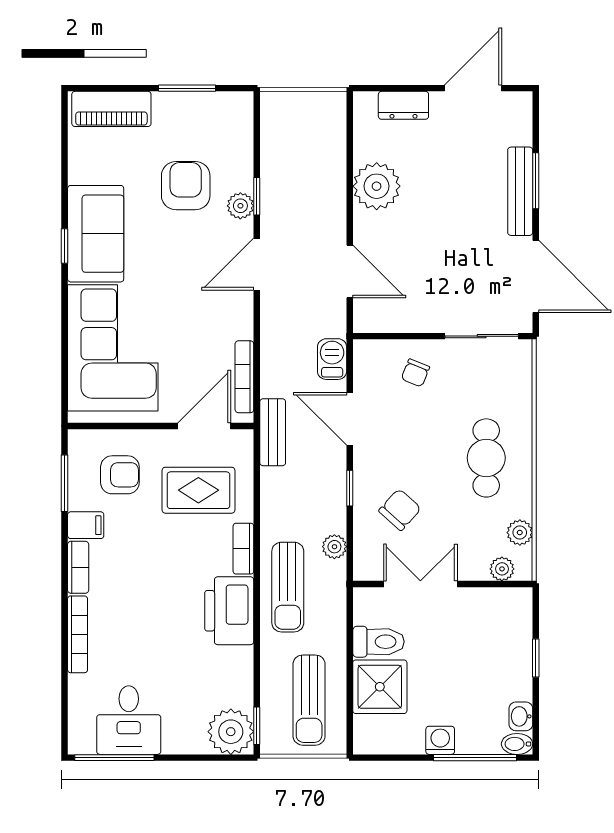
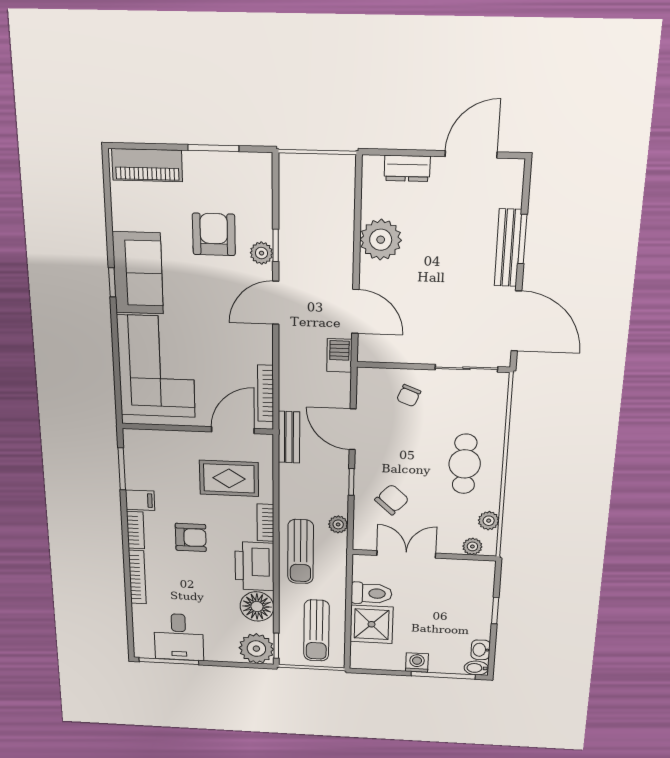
barbecue: (332, 359) -> (339, 355), moved
armchair: (120, 475) -> (191, 537), moved
floor lamp: (232, 669) -> (257, 607), added

